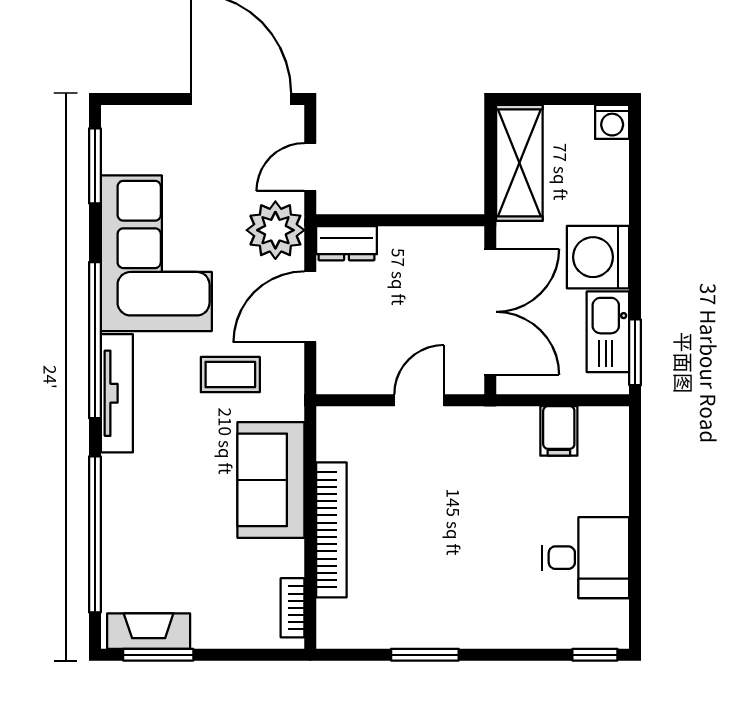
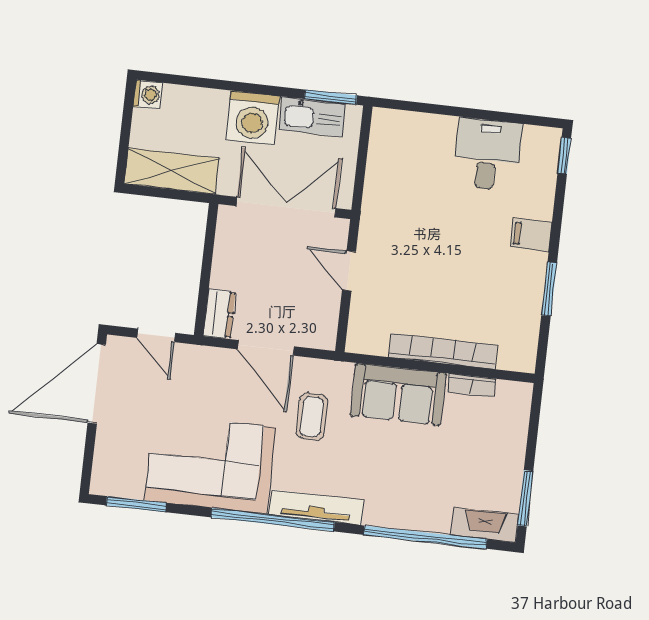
plant: (275, 230) -> (203, 368), removed
filing cabinet: (559, 431) -> (531, 235), moved, turned 180
bookcase: (293, 608) -> (471, 385), moved
fireplace: (149, 631) -> (485, 525), moved, turned 90

